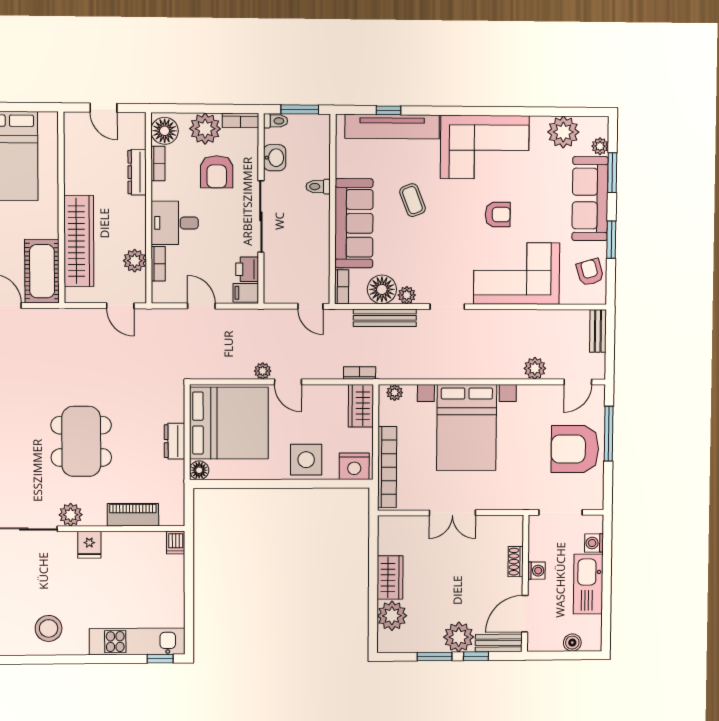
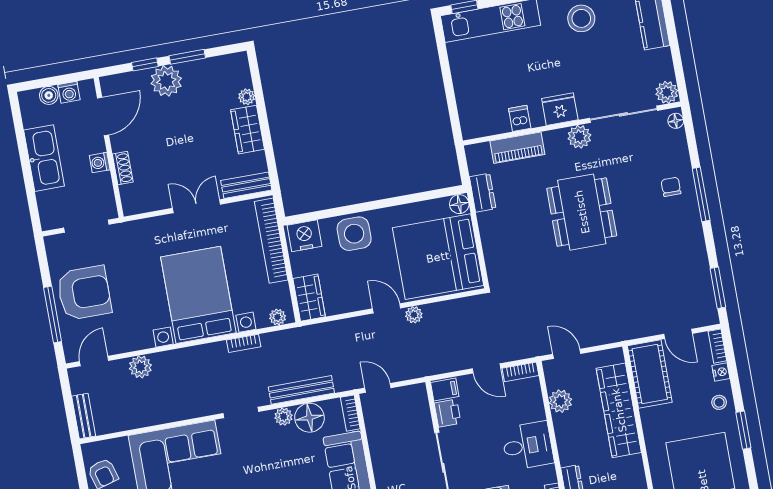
bookcase: (158, 264) -> (520, 372), moved, turned -90
bookcase: (360, 373) -> (244, 343), moved
dresser: (174, 441) -> (483, 193), moved
dishwasher: (176, 542) -> (520, 118), moved
washing machine: (594, 543) -> (69, 92), moved, turned 90
fridge: (89, 545) -> (560, 109), width x1.38
plant: (392, 616) -> (247, 97), width x0.53, depth x0.53
bench: (499, 643) -> (246, 185), moved

